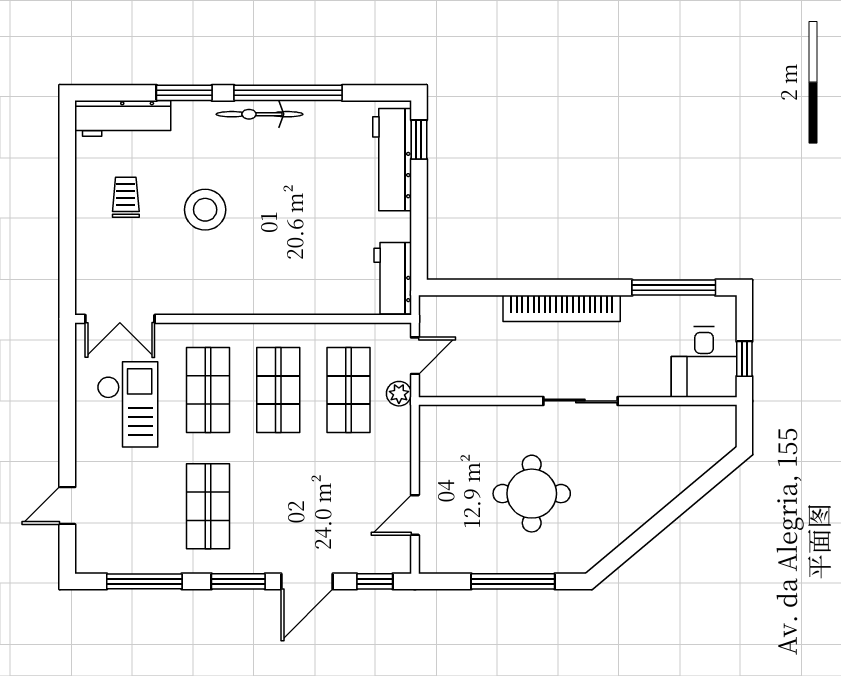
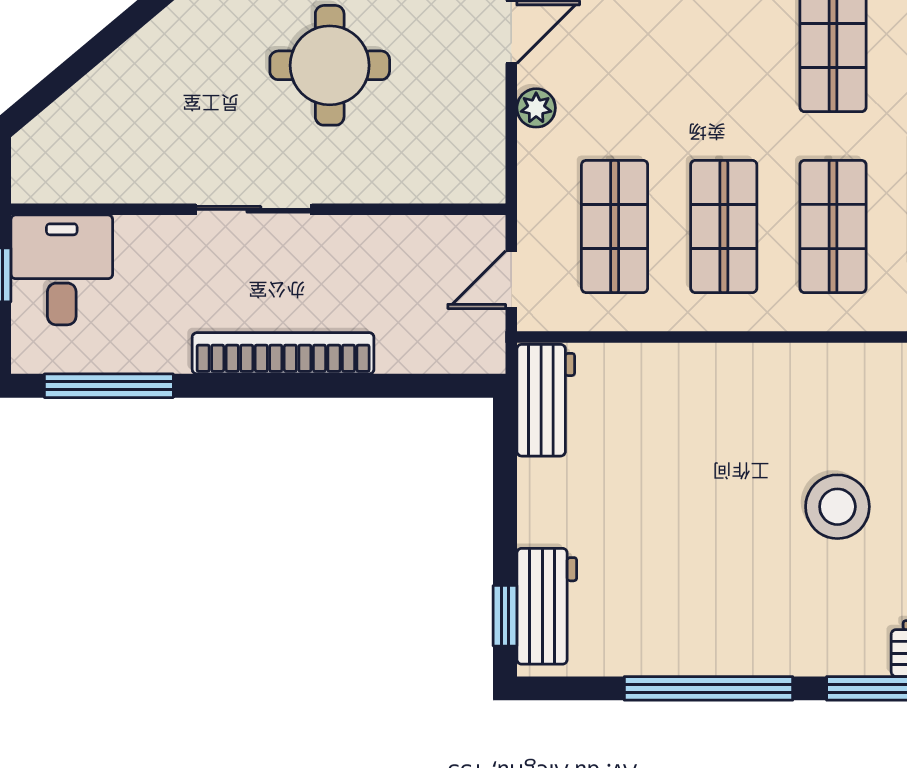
bicycle: (259, 114) -> (753, 655), removed
workbench: (392, 160) -> (547, 606), width x0.73
plant: (399, 394) -> (536, 108), moved

